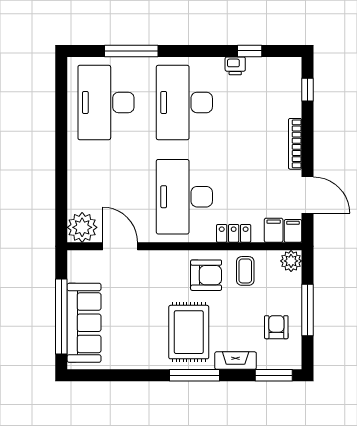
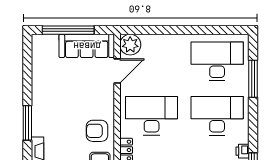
armchair: (206, 275) -> (97, 131), turned 90
sofa: (84, 323) -> (87, 46), moved
rug: (189, 332) -> (57, 119), removed

